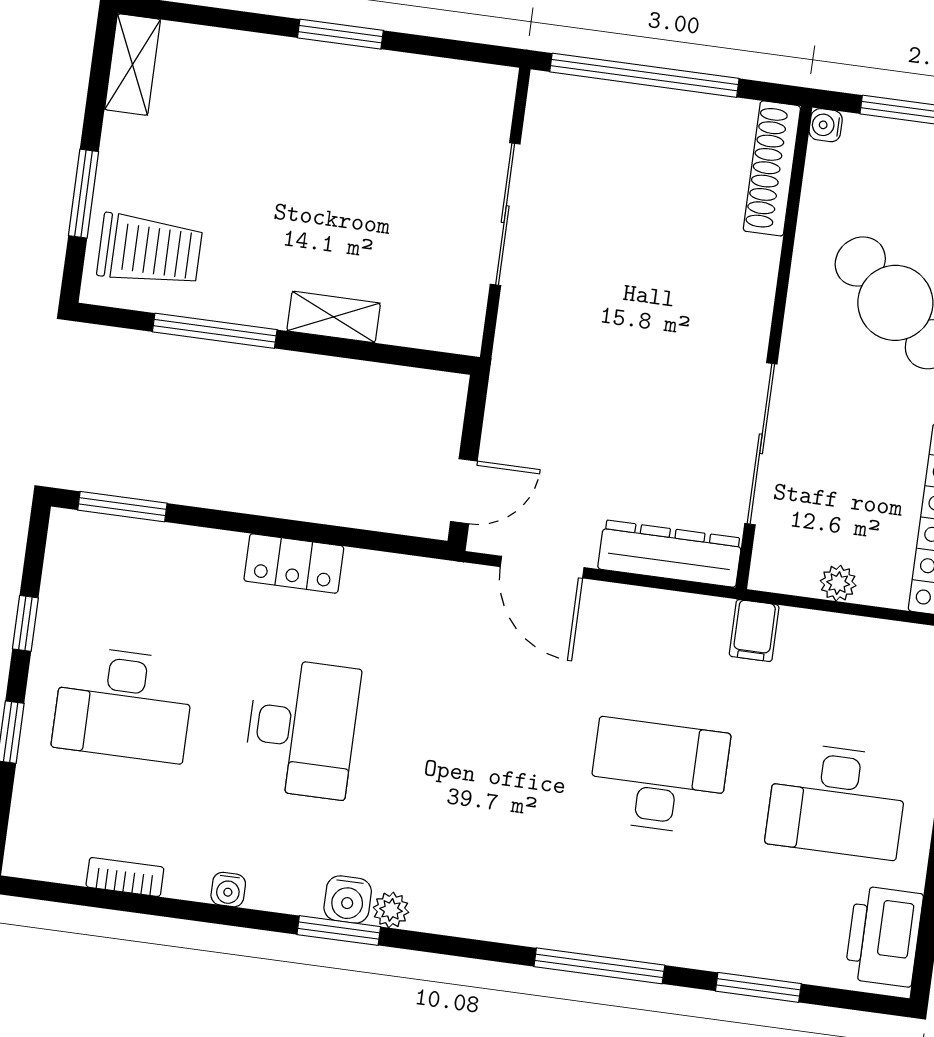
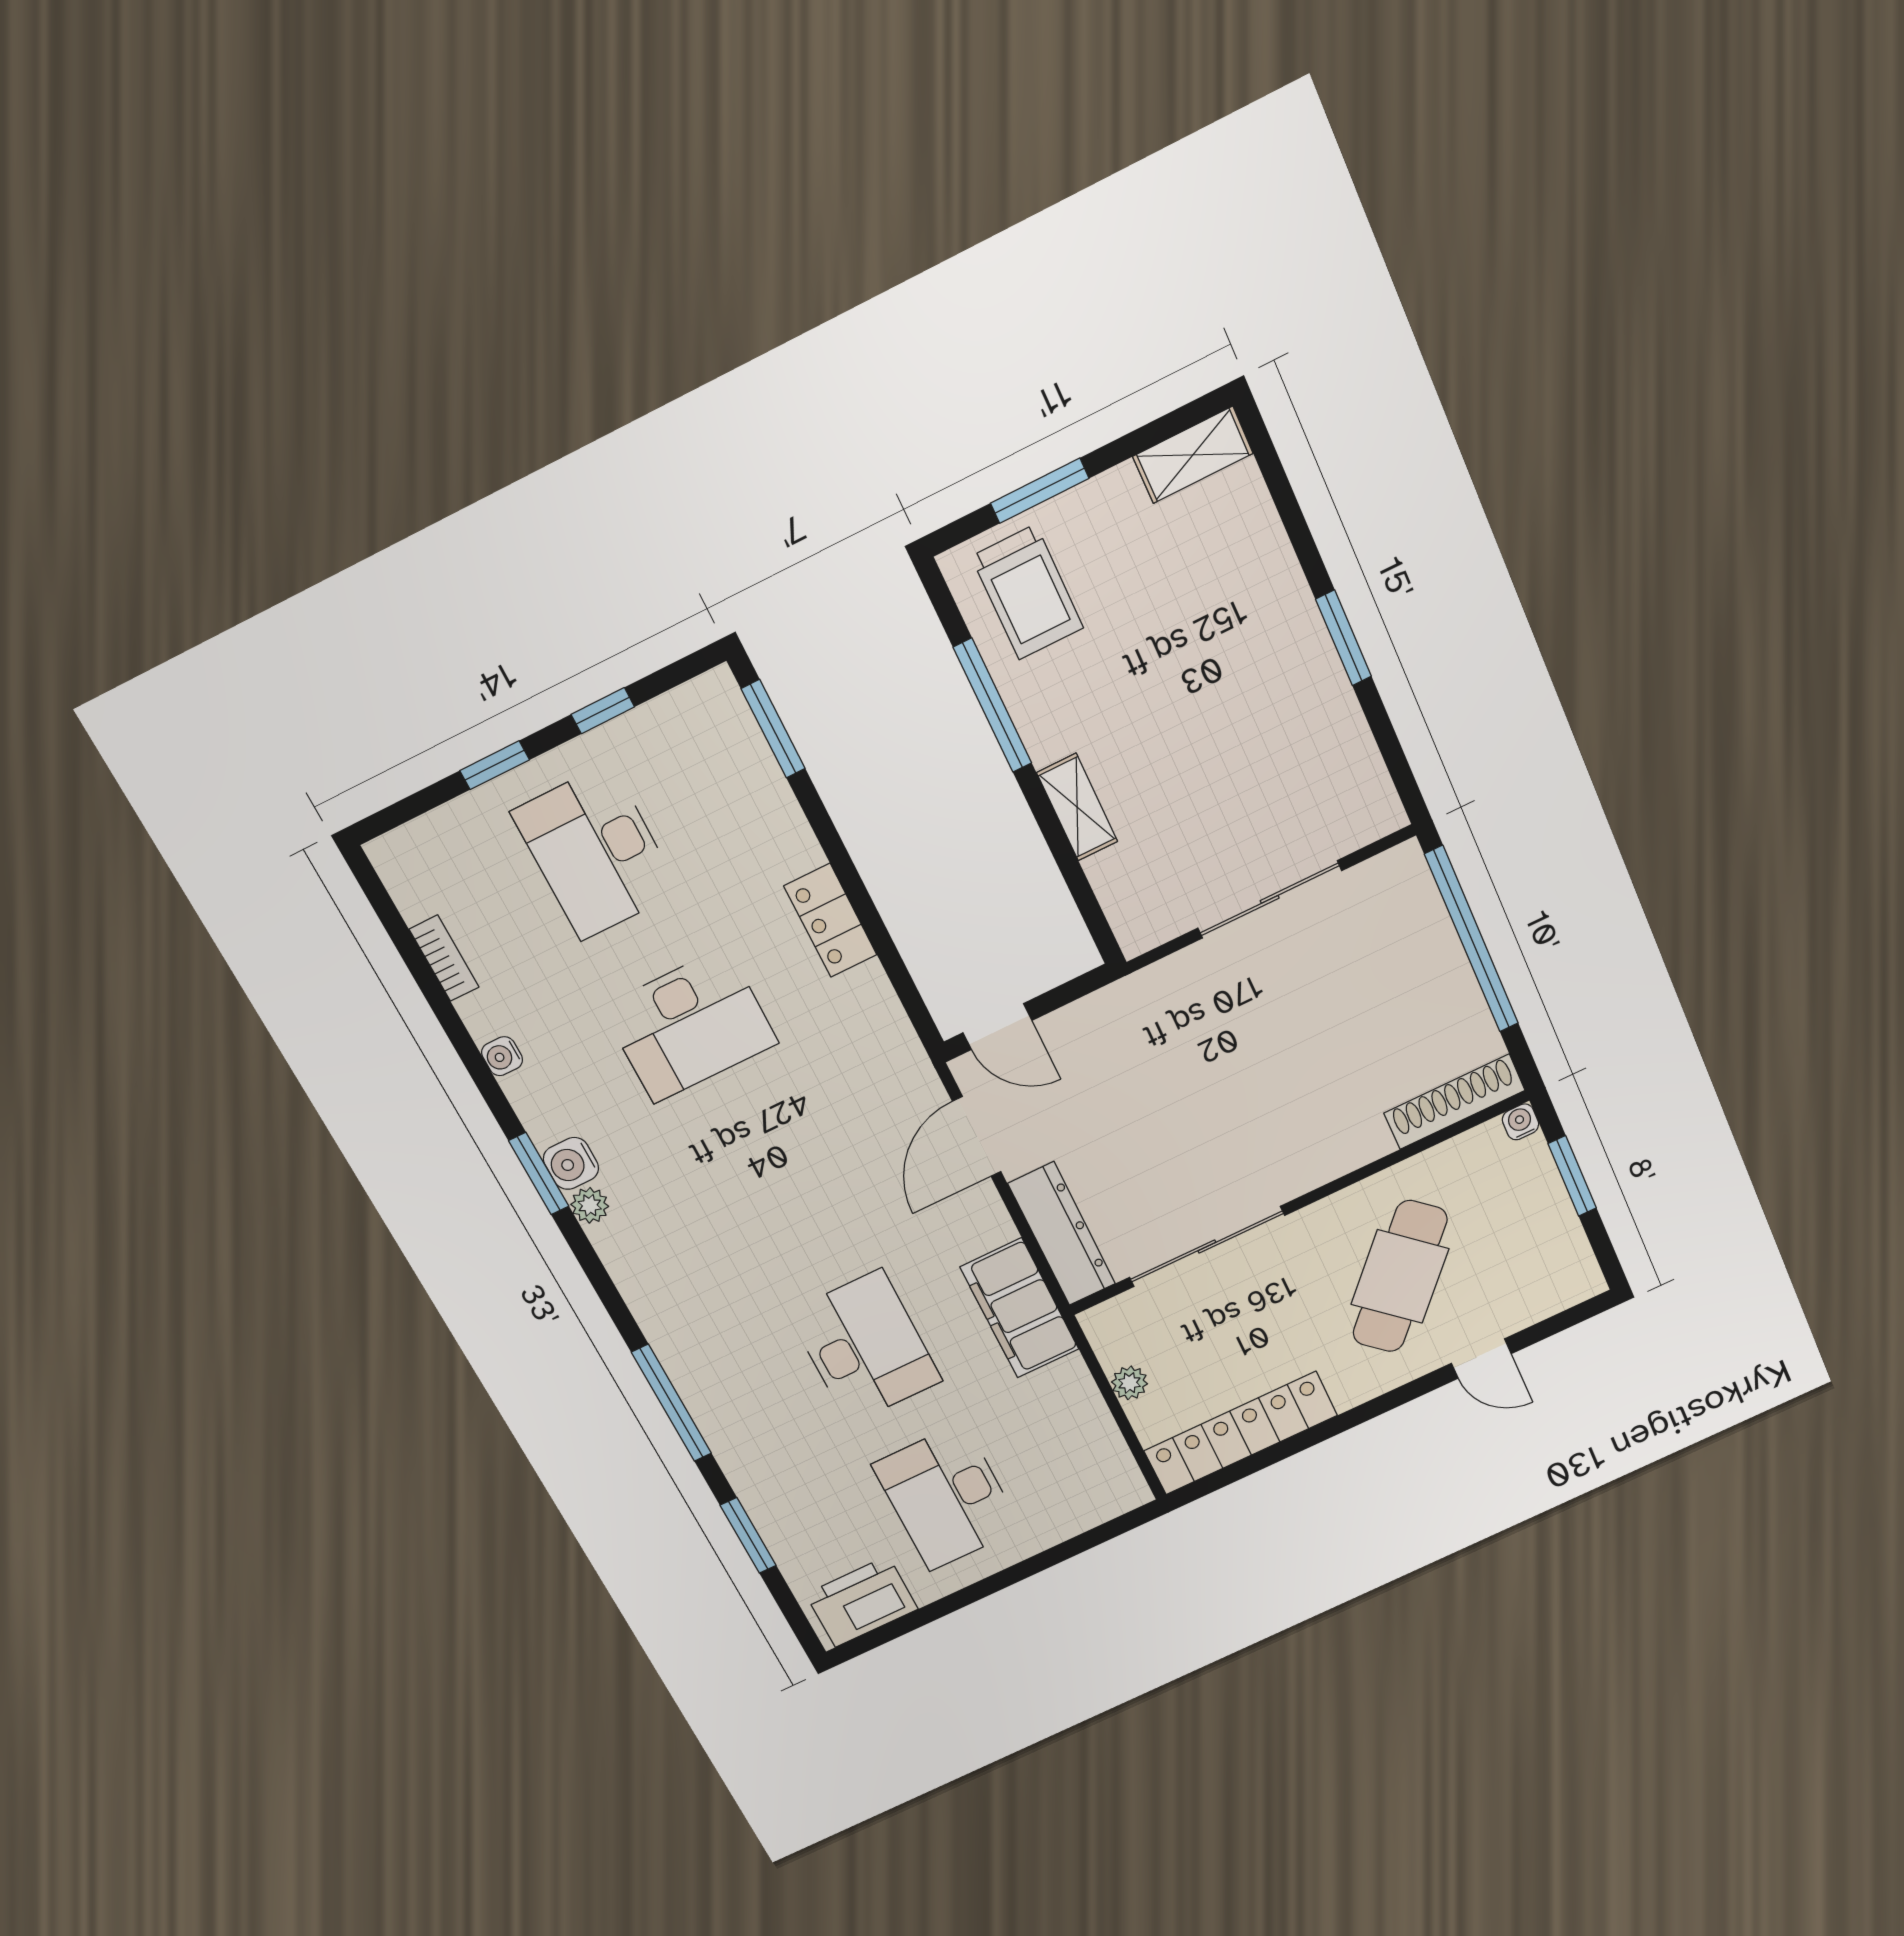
filing cabinet: (754, 631) -> (1020, 1308), width x3.00, depth x1.17

